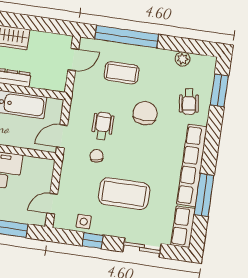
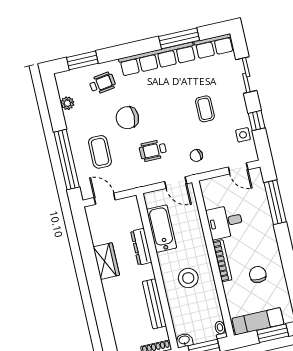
chair: (97, 156) -> (196, 156), moved
coffee table: (124, 194) -> (205, 109), width x0.54, depth x0.58

